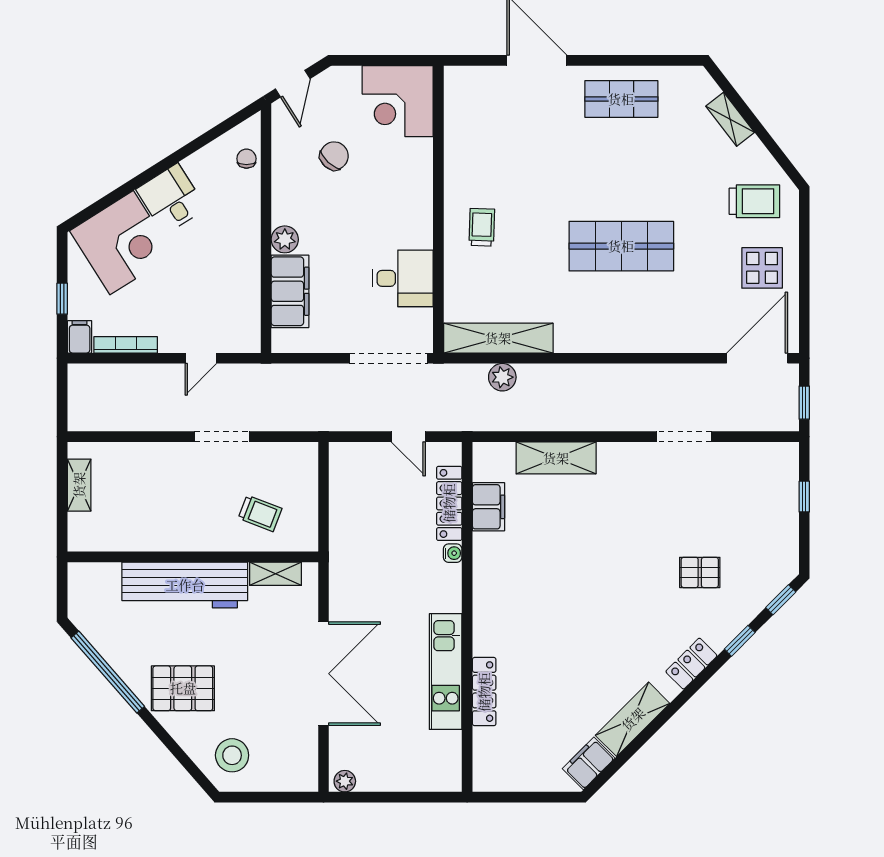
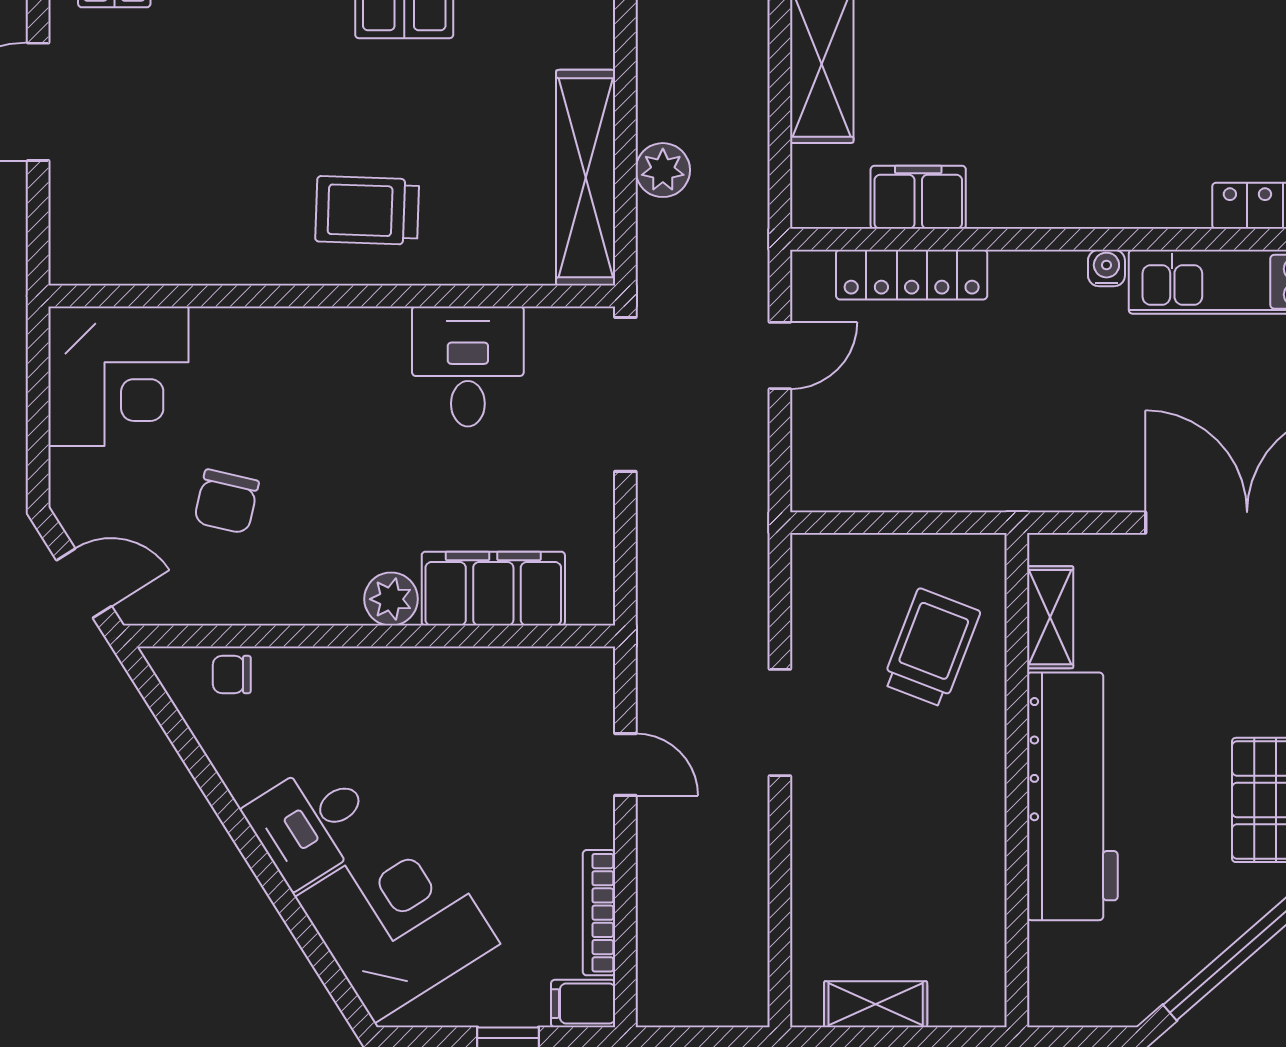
chair: (334, 156) -> (226, 502), turned -120
trolley: (482, 227) -> (367, 210), width x1.36, depth x1.39
trolley: (260, 513) -> (931, 648), width x1.36, depth x1.39
water cooler: (453, 553) -> (1106, 268), moved

